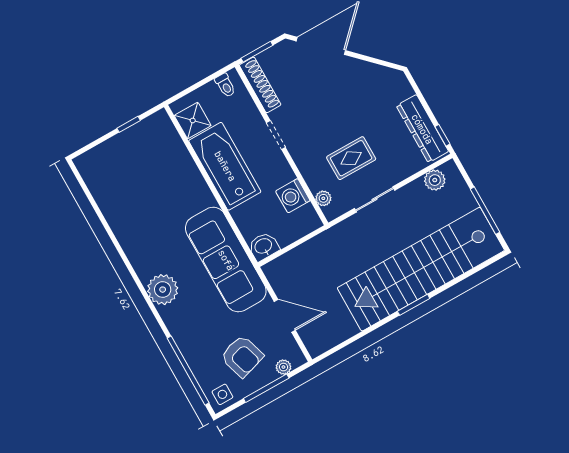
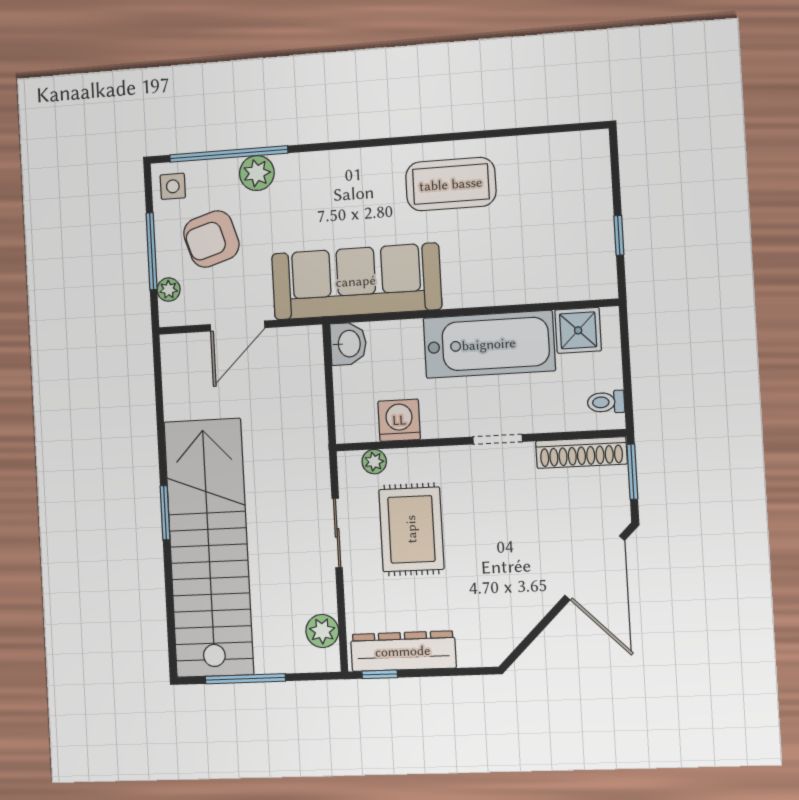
rug: (351, 158) -> (411, 529), width x1.36, depth x1.43
coffee table: (145, 233) -> (451, 184), added
plant: (163, 290) -> (257, 173), moved, width x0.73, depth x0.73

